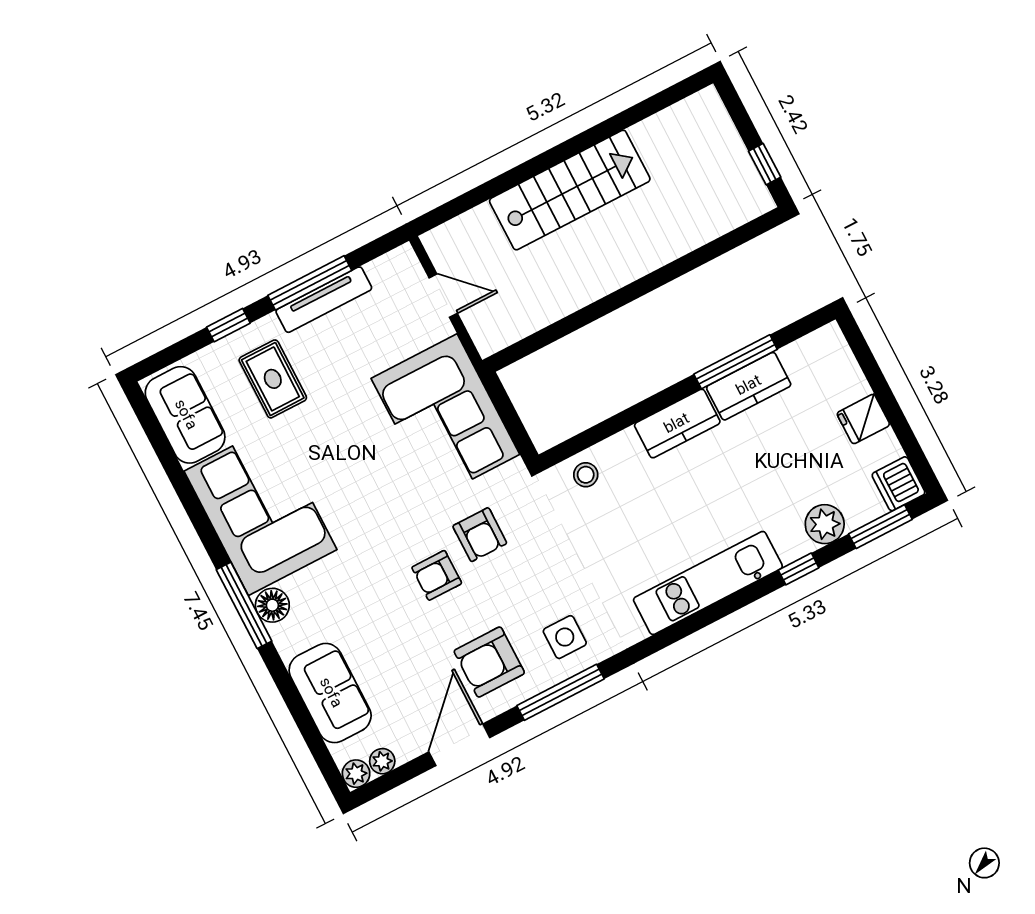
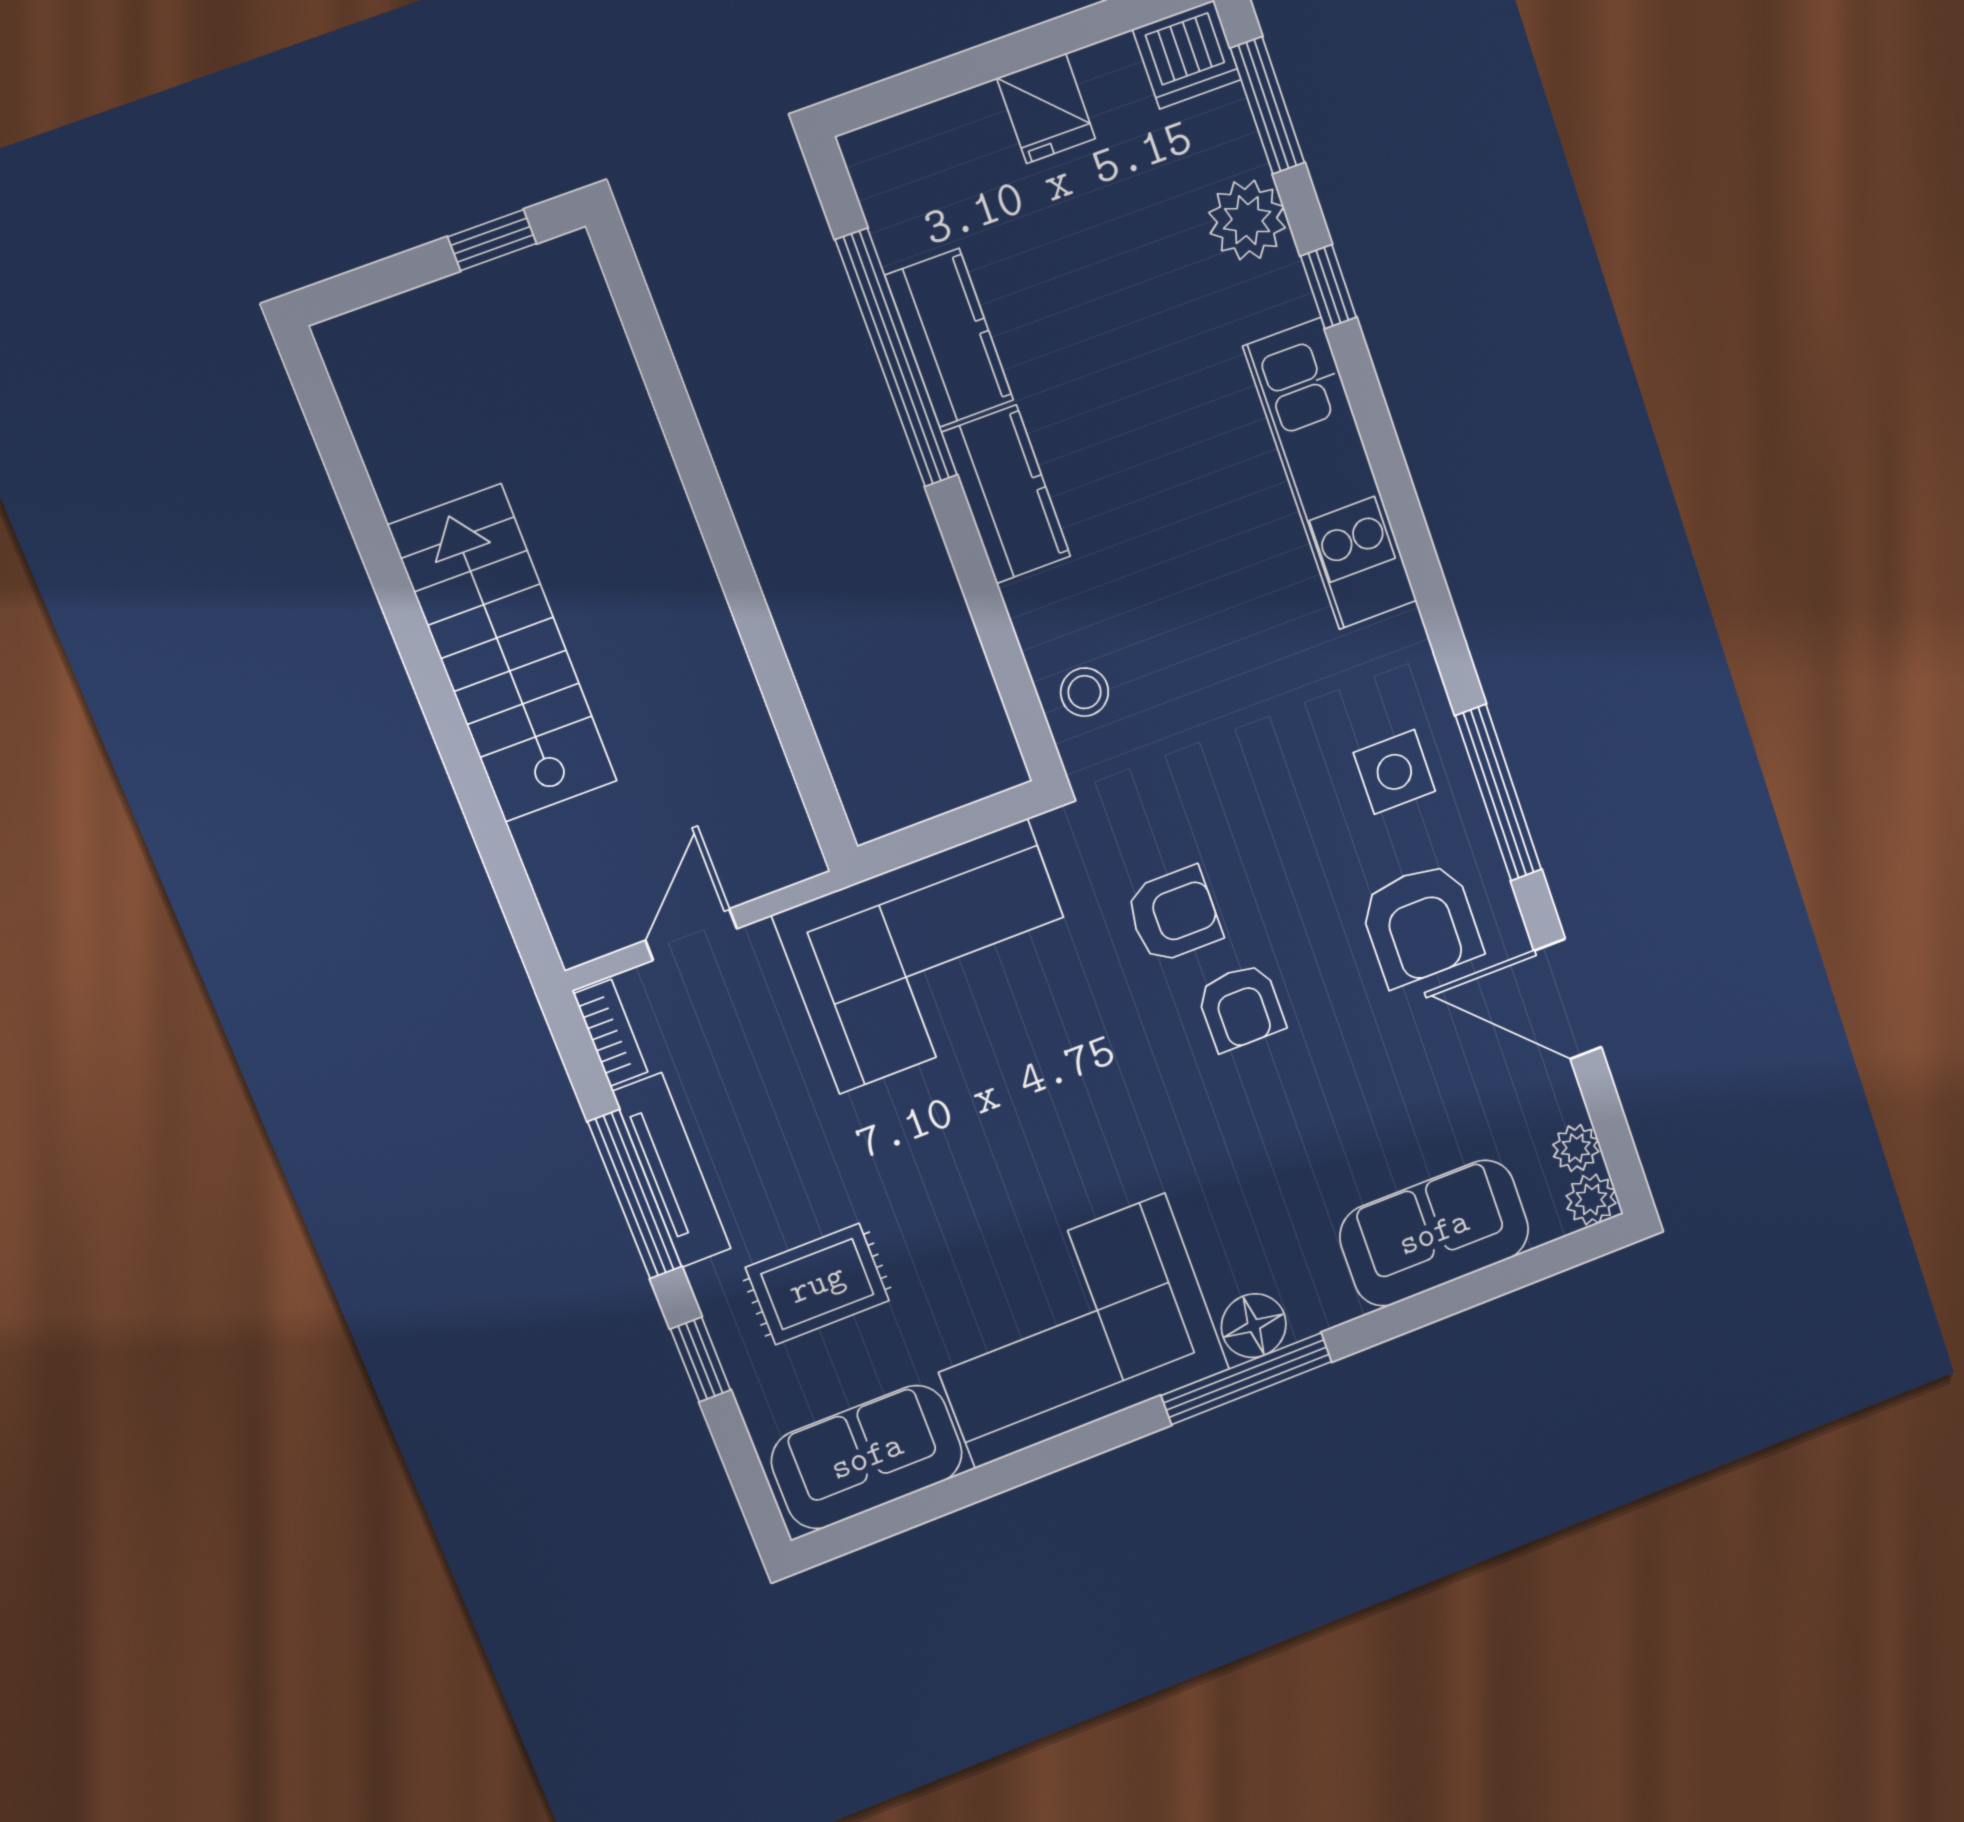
bookcase: (390, 262) -> (611, 1033), added
window: (736, 362) -> (896, 358), width x1.46

